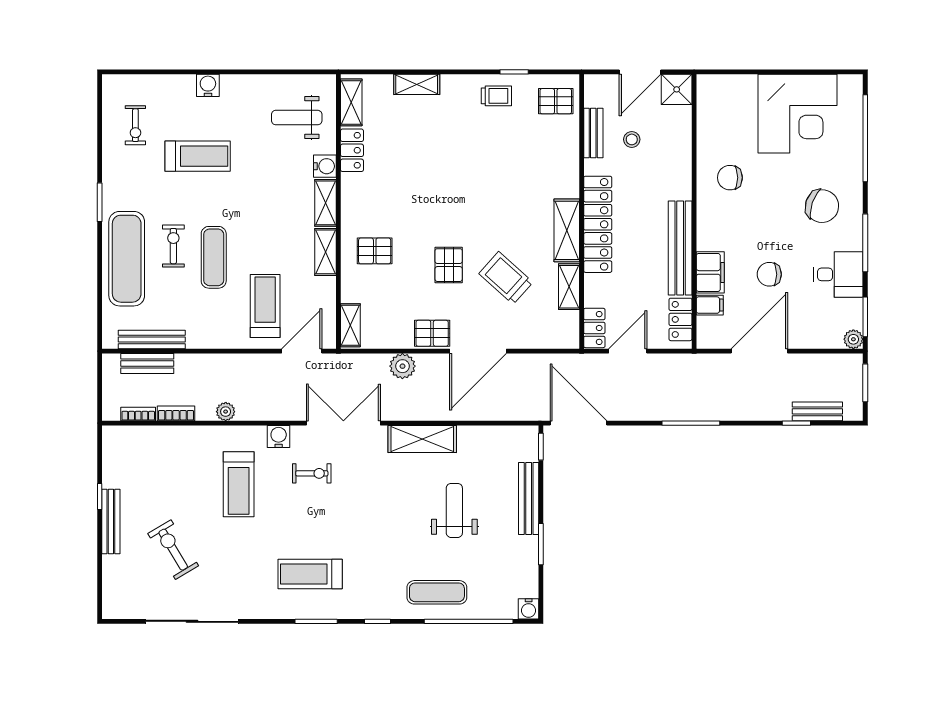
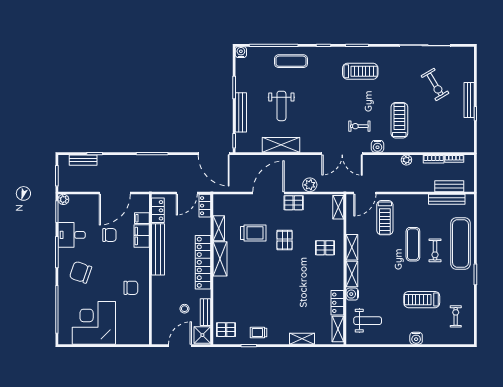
shower: (677, 89) -> (202, 335), moved
trolley: (506, 278) -> (253, 233), turned -42
shelving: (422, 439) -> (281, 145), moved

